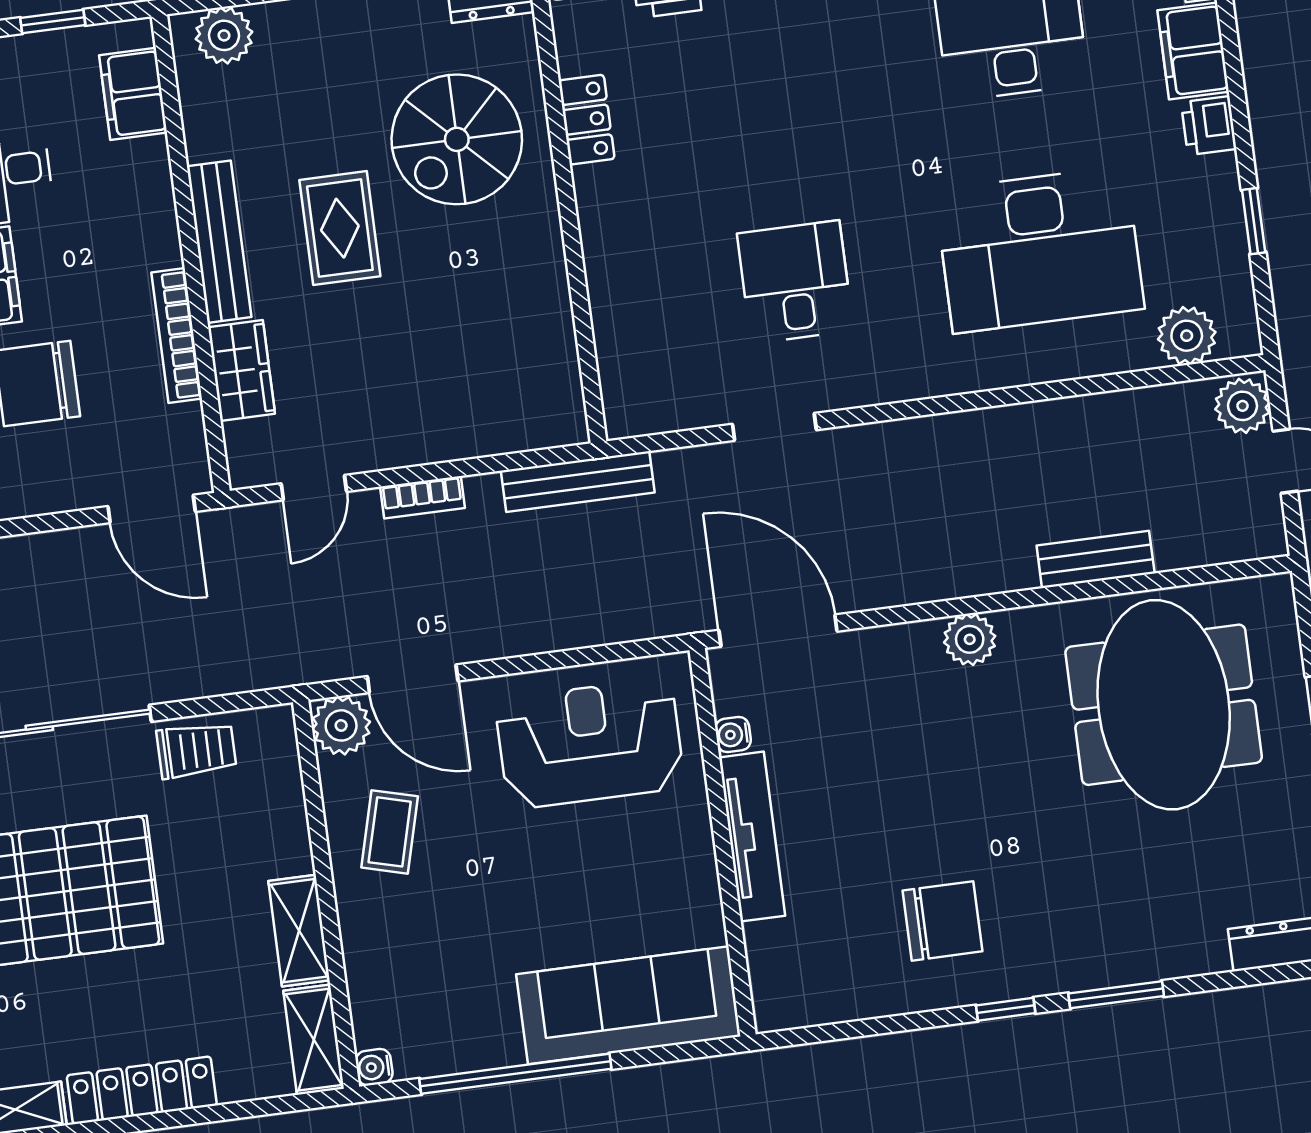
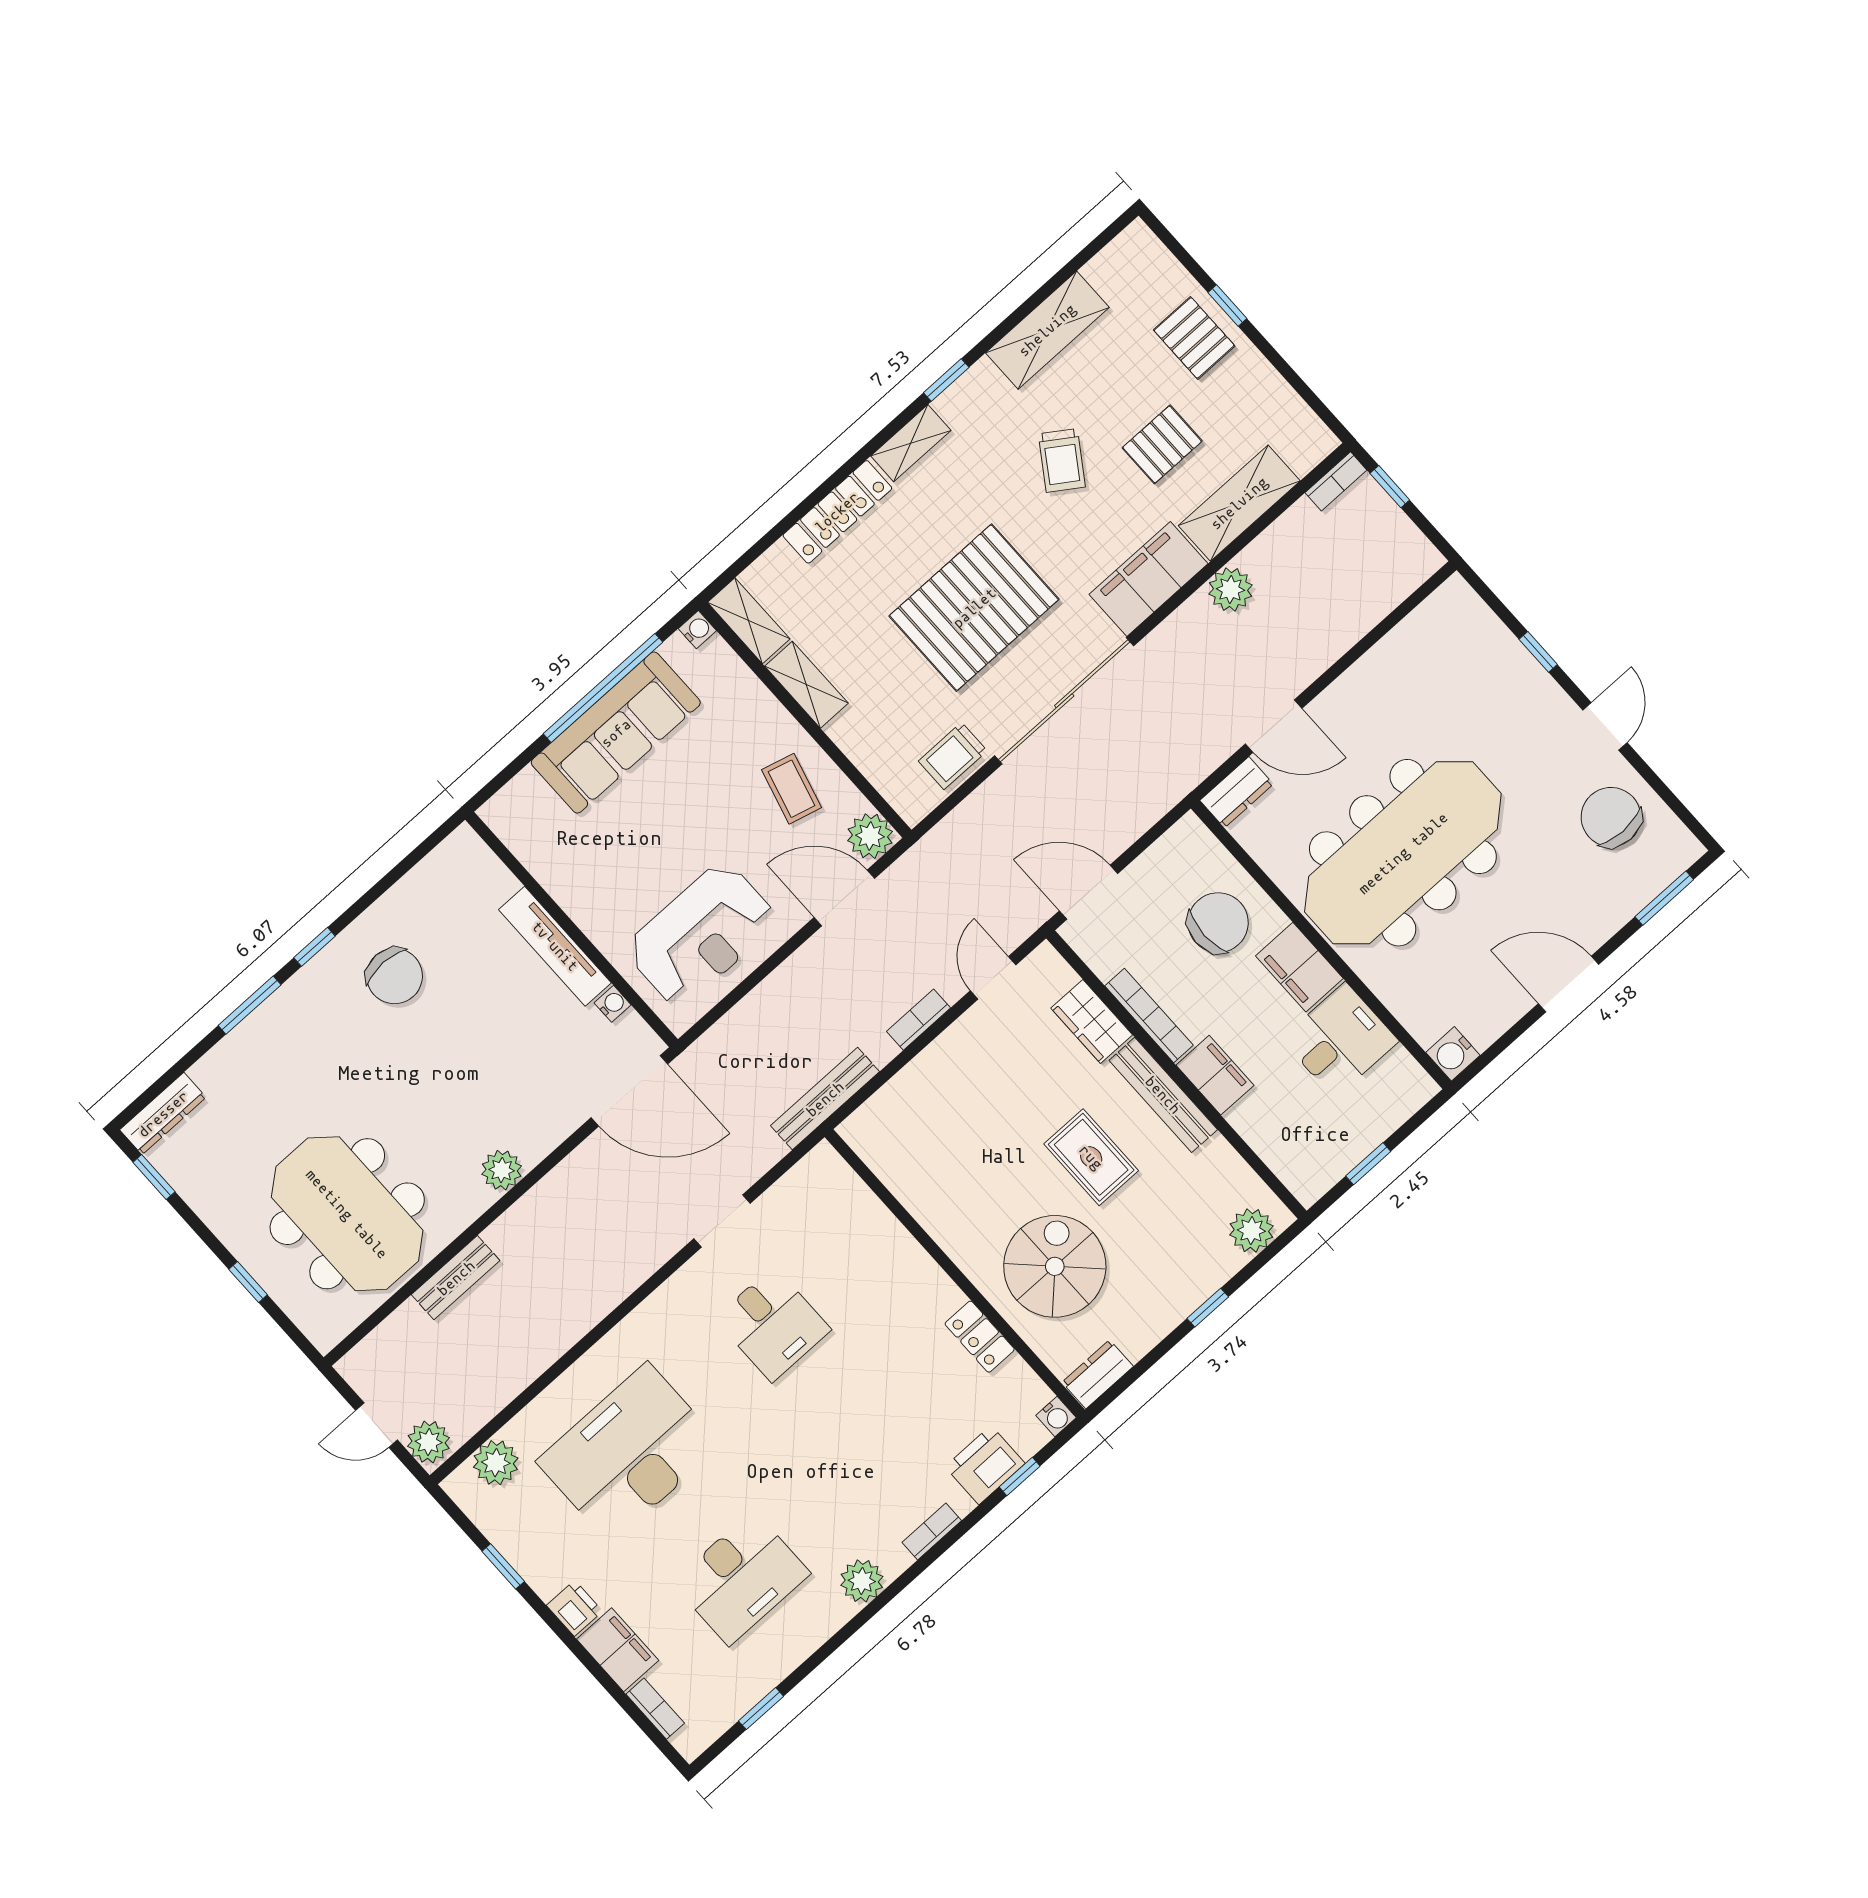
filing cabinet: (133, 94) -> (1215, 1075), moved
chair: (943, 921) -> (394, 976), turned -90
sofa: (628, 1005) -> (616, 733), moved

